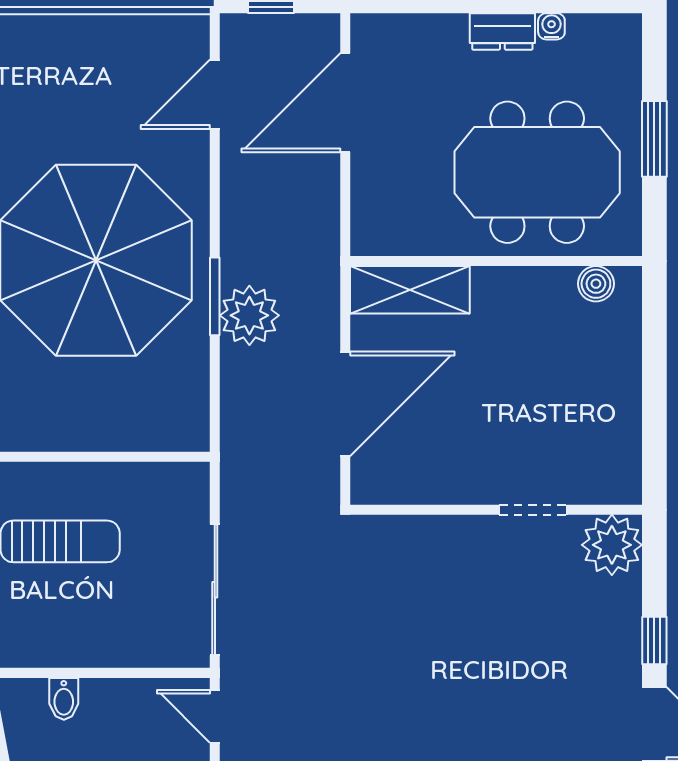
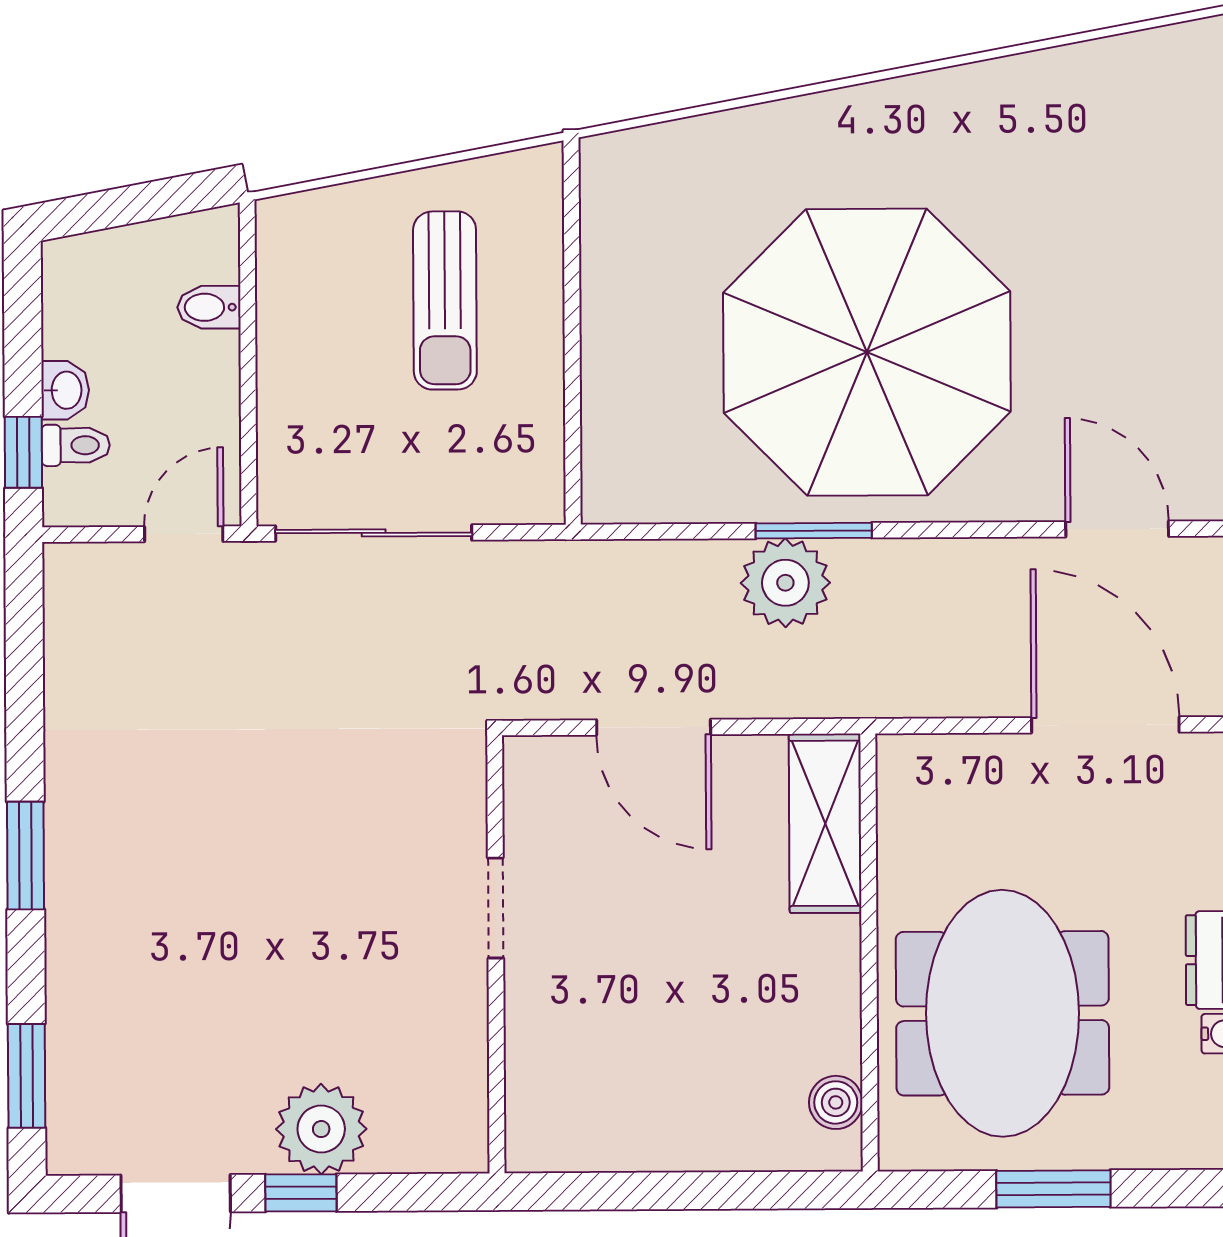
door: (345, 404) -> (654, 727), width x0.73
doorway: (533, 510) -> (496, 908), moved
plant: (612, 545) -> (321, 1129), moved

